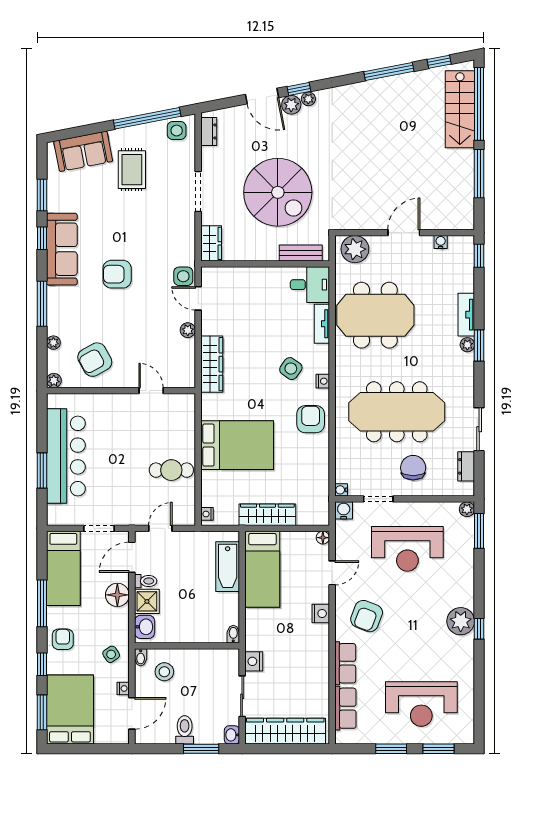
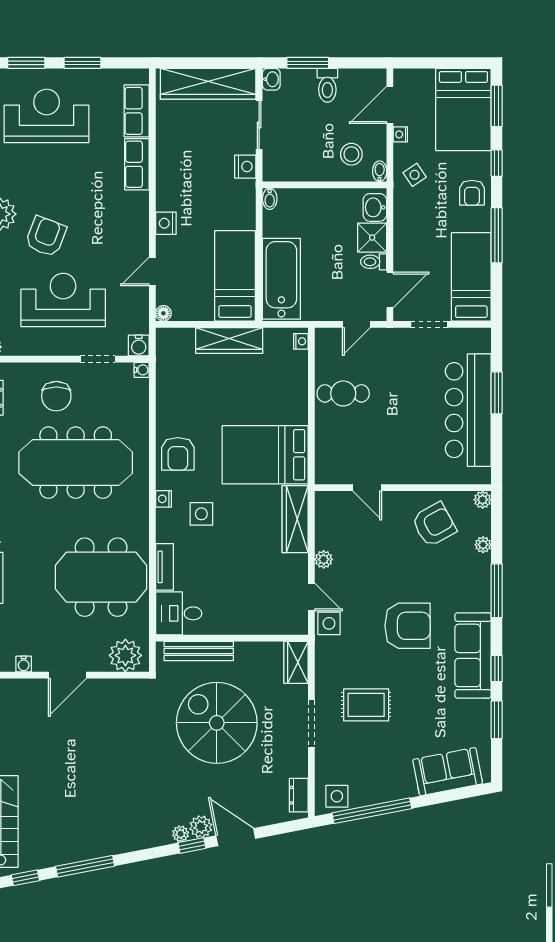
rug: (132, 170) -> (366, 705), moved, turned 90
bench: (301, 253) -> (199, 651), width x1.36
armchair: (117, 274) -> (407, 626), width x1.36, depth x1.36
side table: (291, 369) -> (201, 514), turned -35
bed: (237, 445) -> (265, 455), moved
bathtub: (228, 567) -> (281, 279), width x1.36, depth x1.36
floor lamp: (117, 595) -> (407, 245), removed
armchair: (367, 616) -> (46, 236), moved

